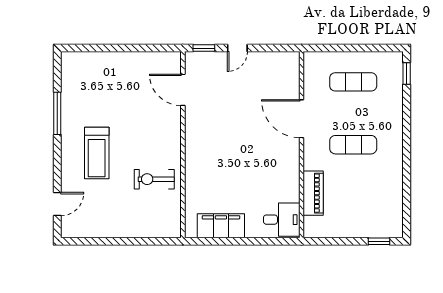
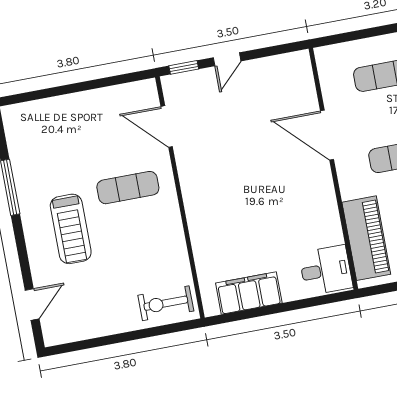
exercise mat: (145, 130) -> (128, 188), added
exercise bike: (154, 179) -> (166, 303), moved
piano: (313, 193) -> (366, 238), width x1.37, depth x1.33

